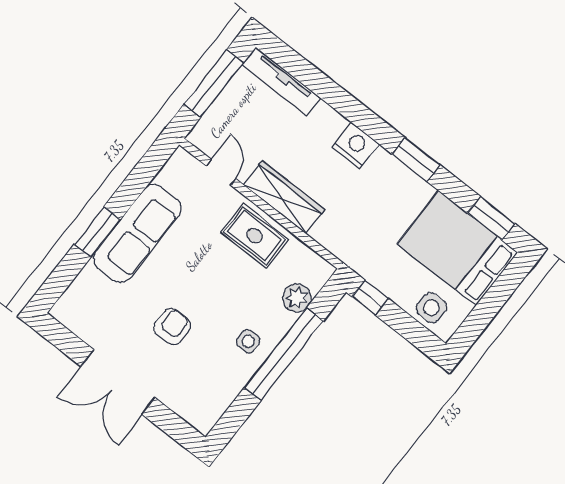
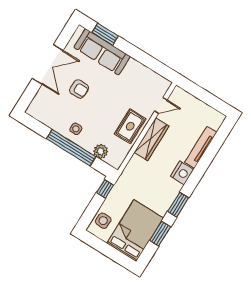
tv unit: (281, 81) -> (201, 147), moved
window: (214, 83) -> (206, 97), removed
window: (491, 218) -> (160, 234), moved
window: (97, 232) -> (105, 34), moved
sofa: (137, 233) -> (102, 52), moved
double door: (118, 382) -> (48, 64), swing flipped

